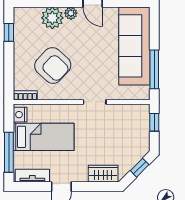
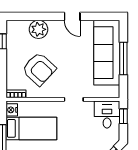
plant: (71, 13) -> (54, 25), removed
window: (154, 69) -> (123, 59), moved
desk: (135, 120) -> (107, 115), added

